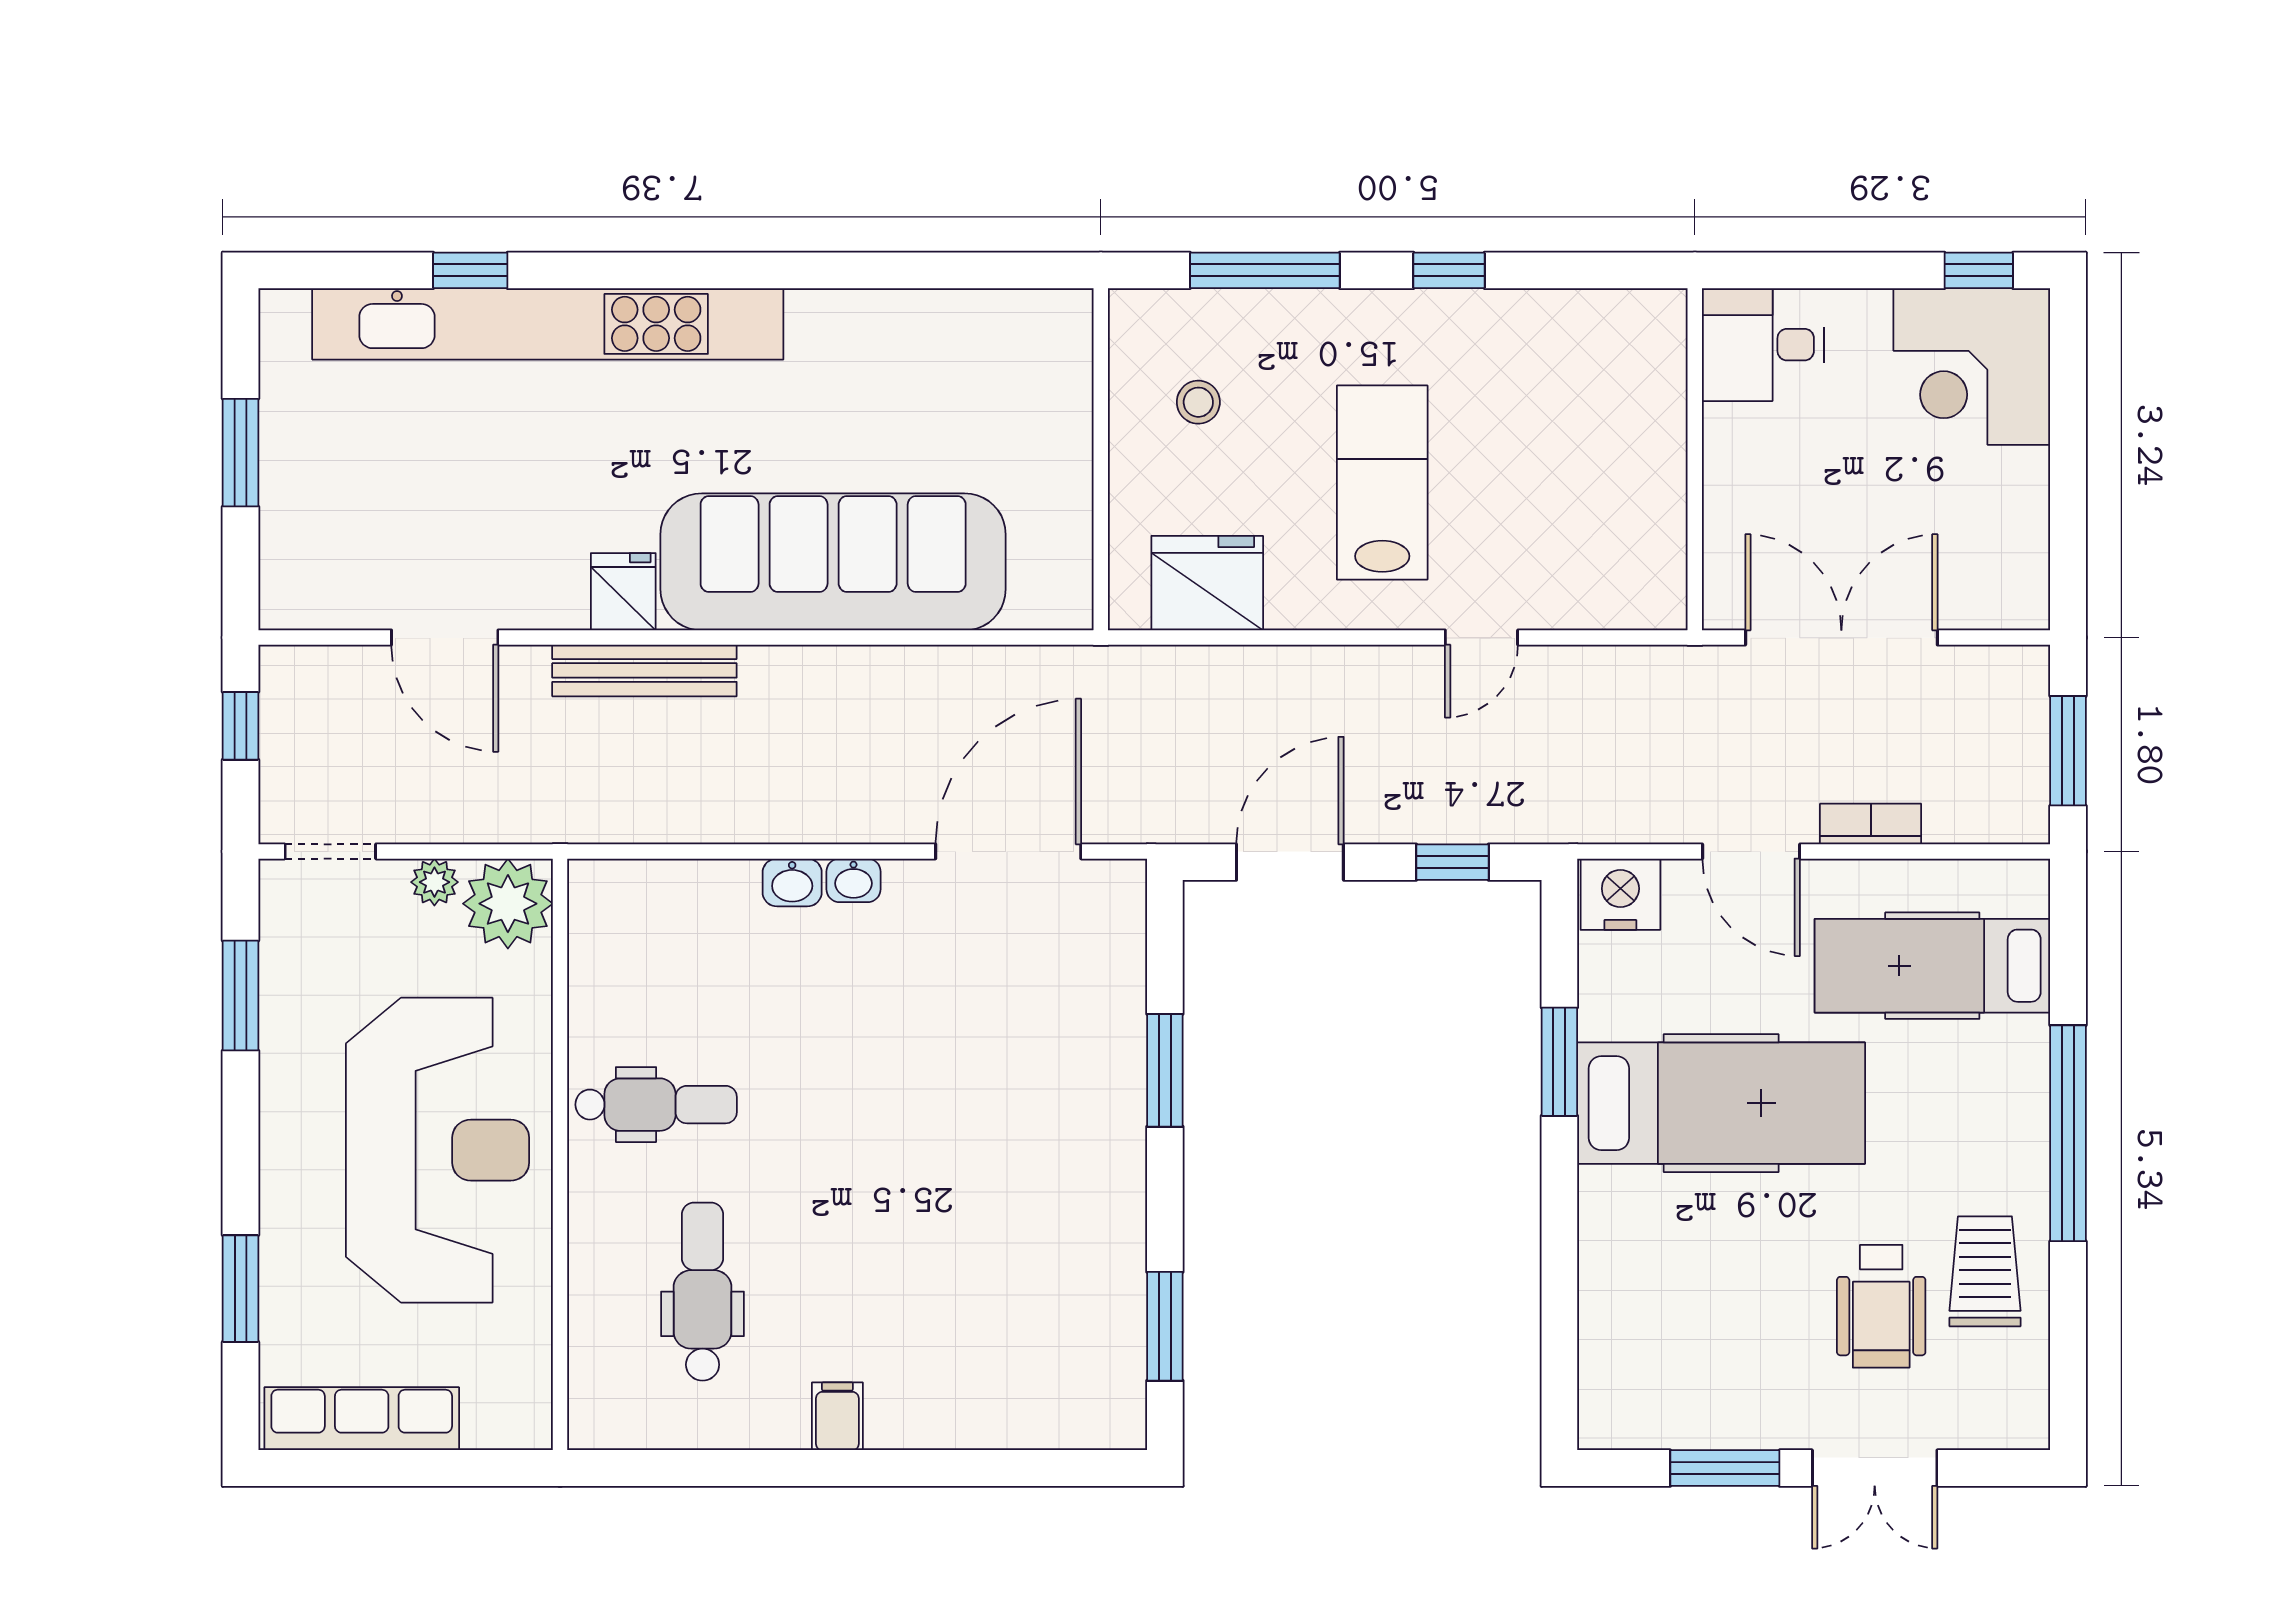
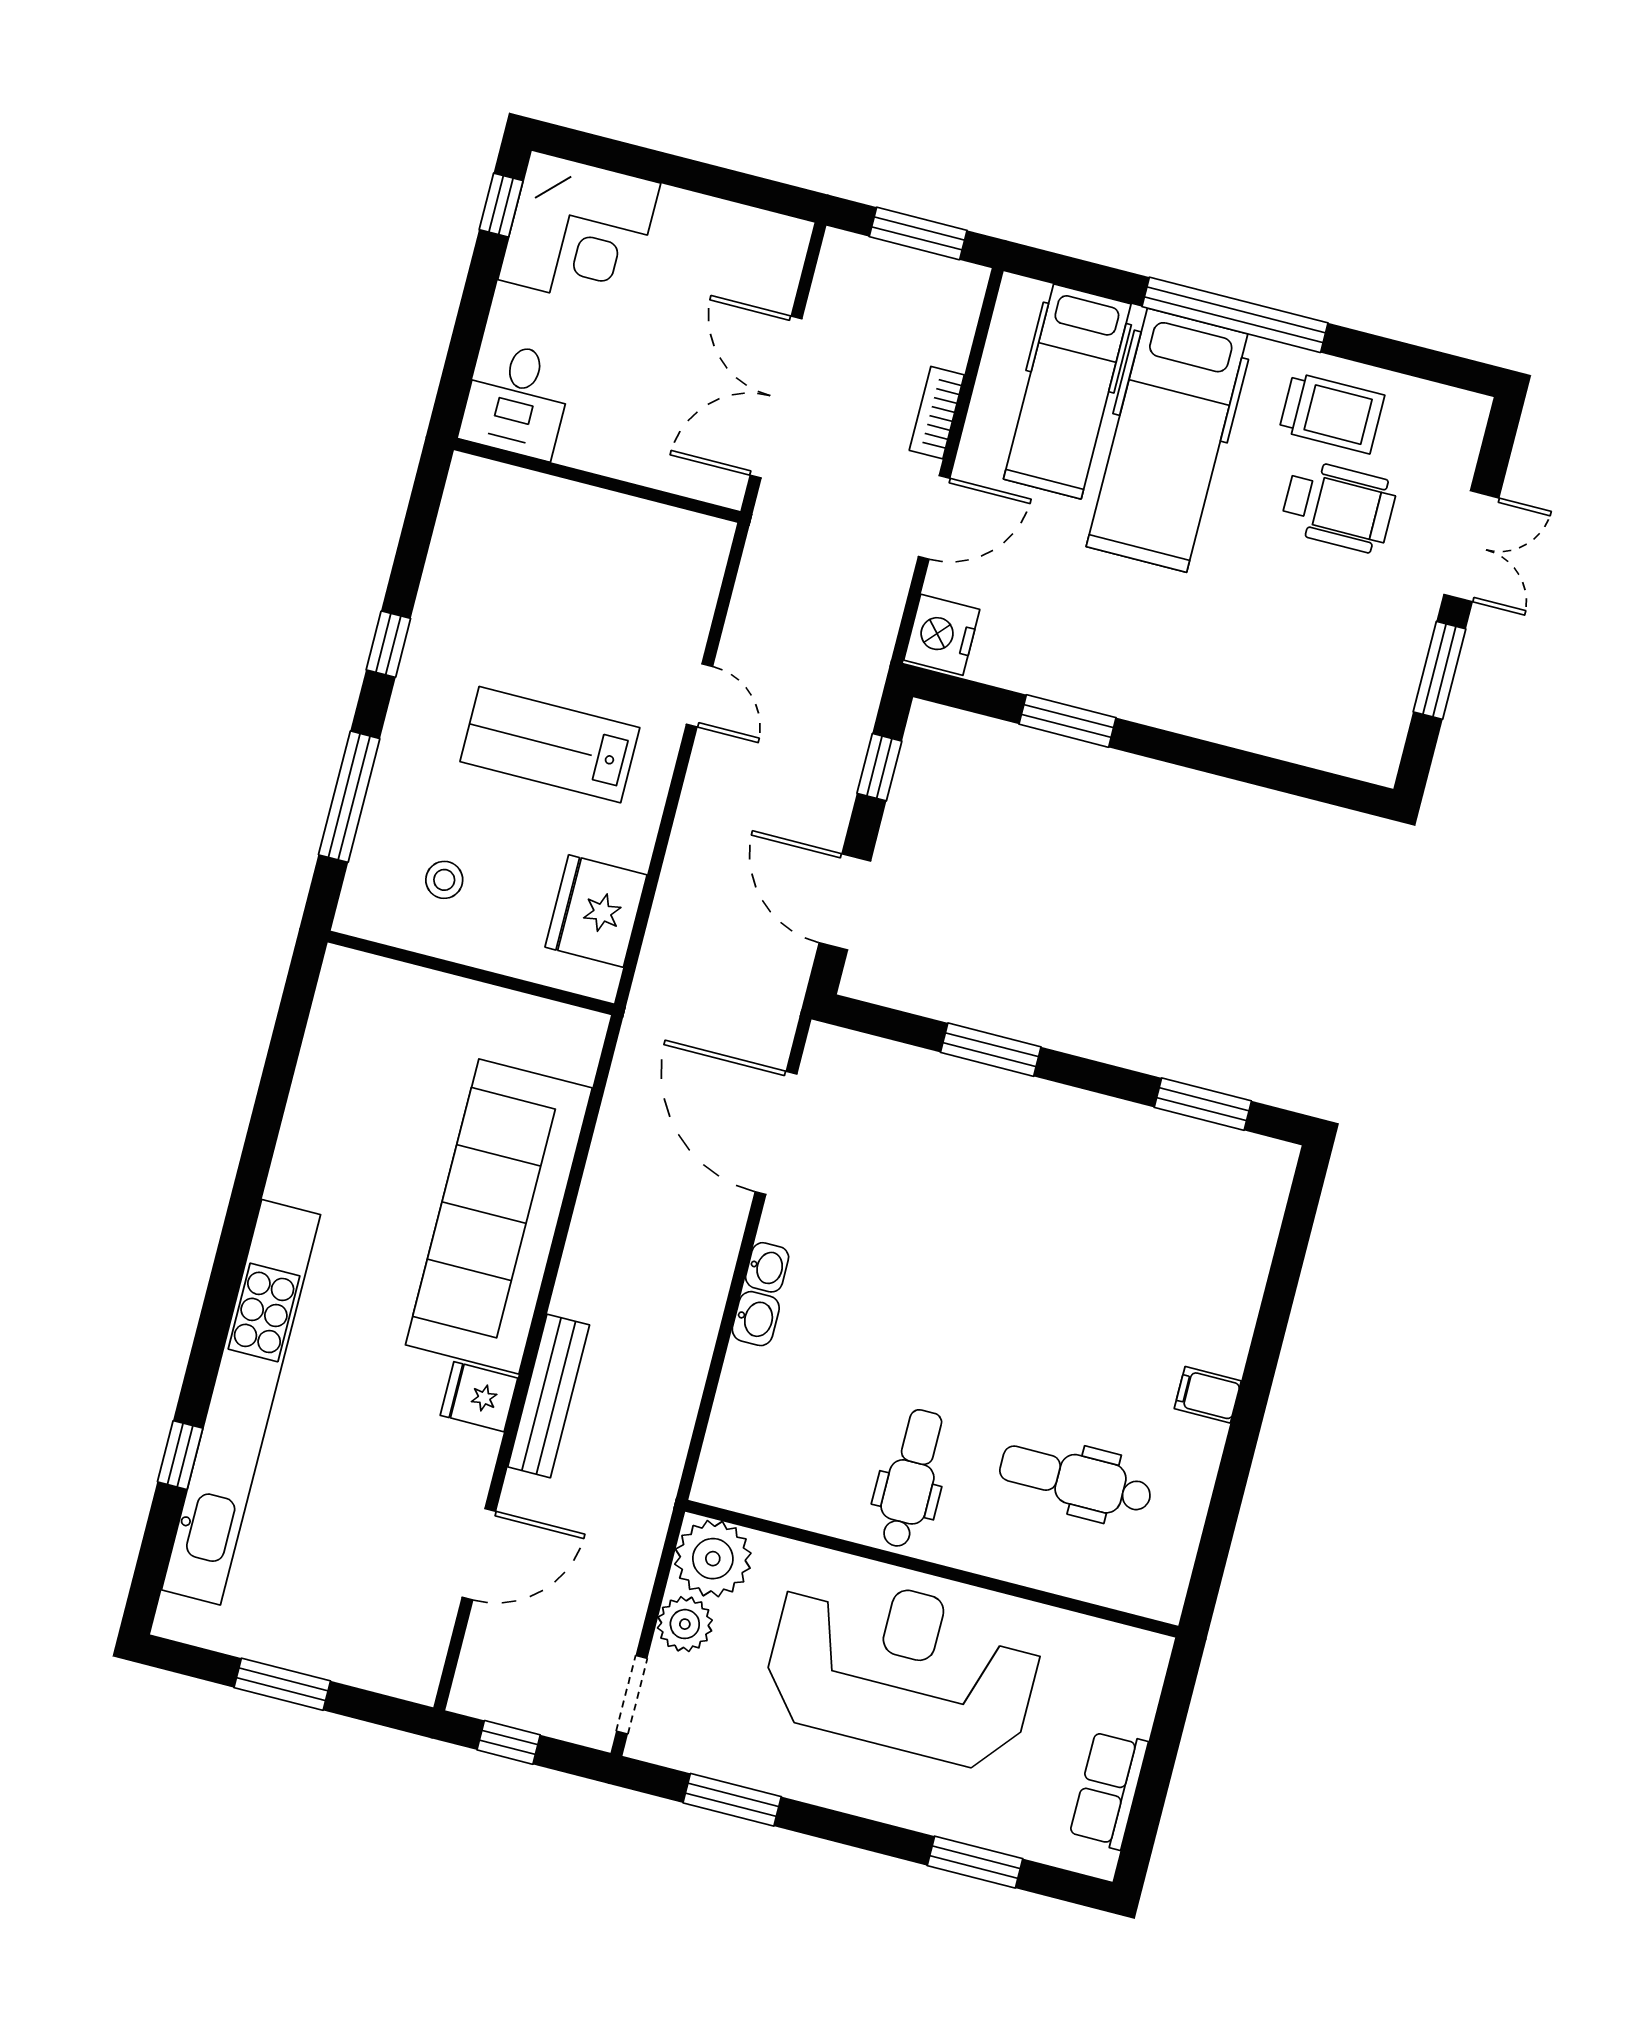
plant: (434, 882) -> (685, 1624), width x1.38, depth x1.38
hospital bed: (1721, 1103) -> (1167, 440), moved, turned 180
trolley: (1985, 1271) -> (1332, 413), turned 180
row of seats: (362, 1419) -> (1109, 1789), width x0.68

